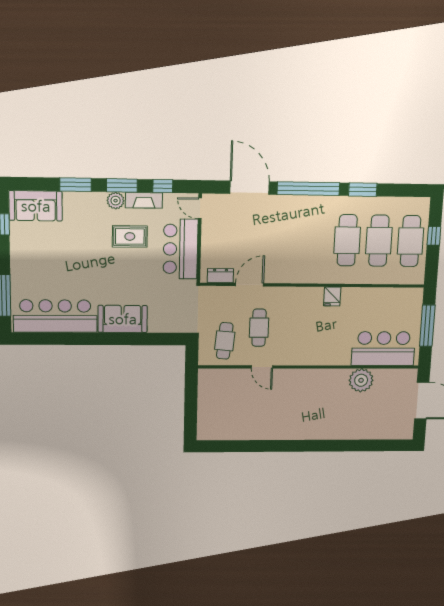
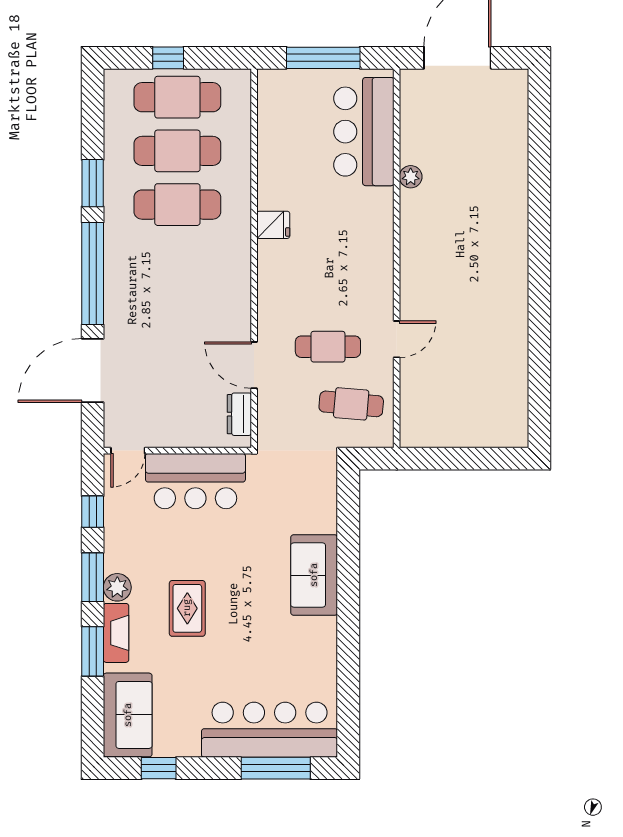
fireplace: (144, 200) -> (116, 633), moved
rug: (130, 236) -> (187, 608), moved
bar counter: (55, 316) -> (270, 730), moved, turned 90
plant: (361, 380) -> (411, 177), width x0.53, depth x0.53

